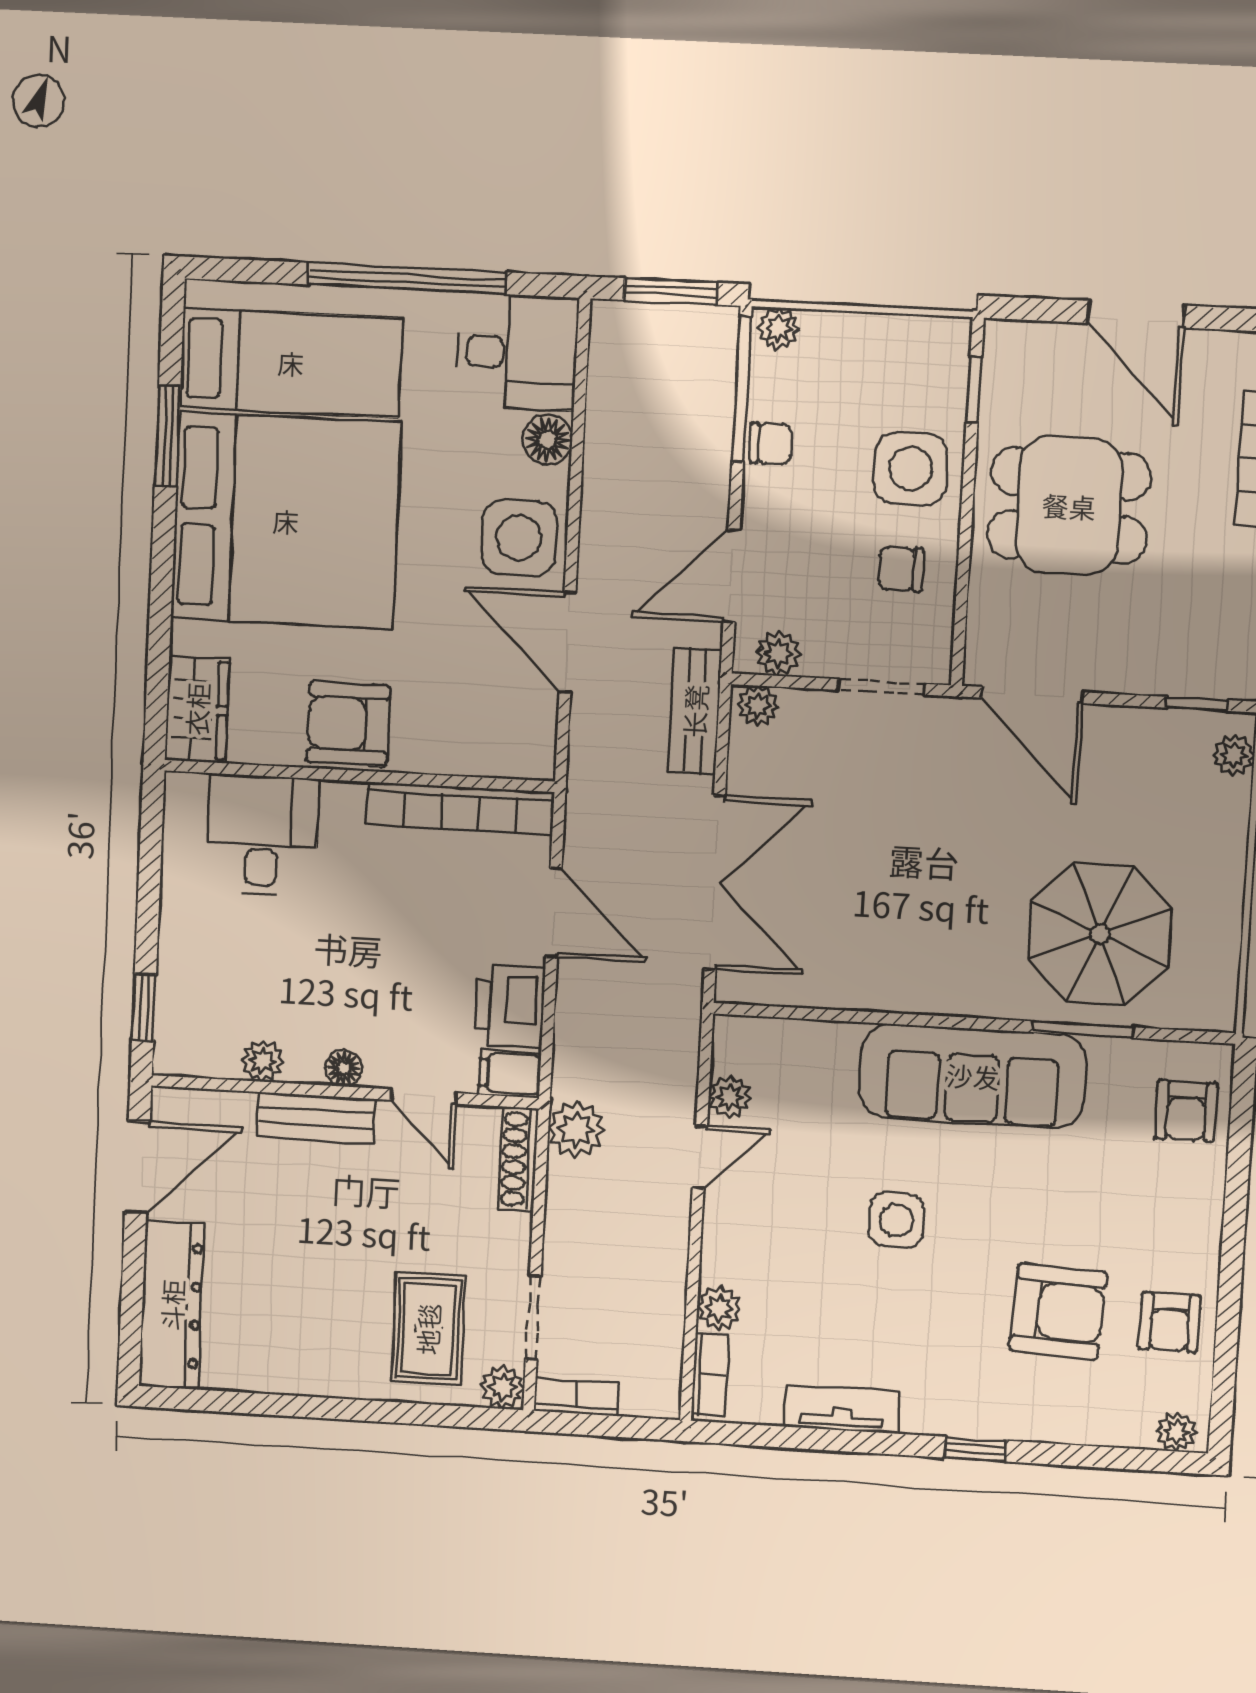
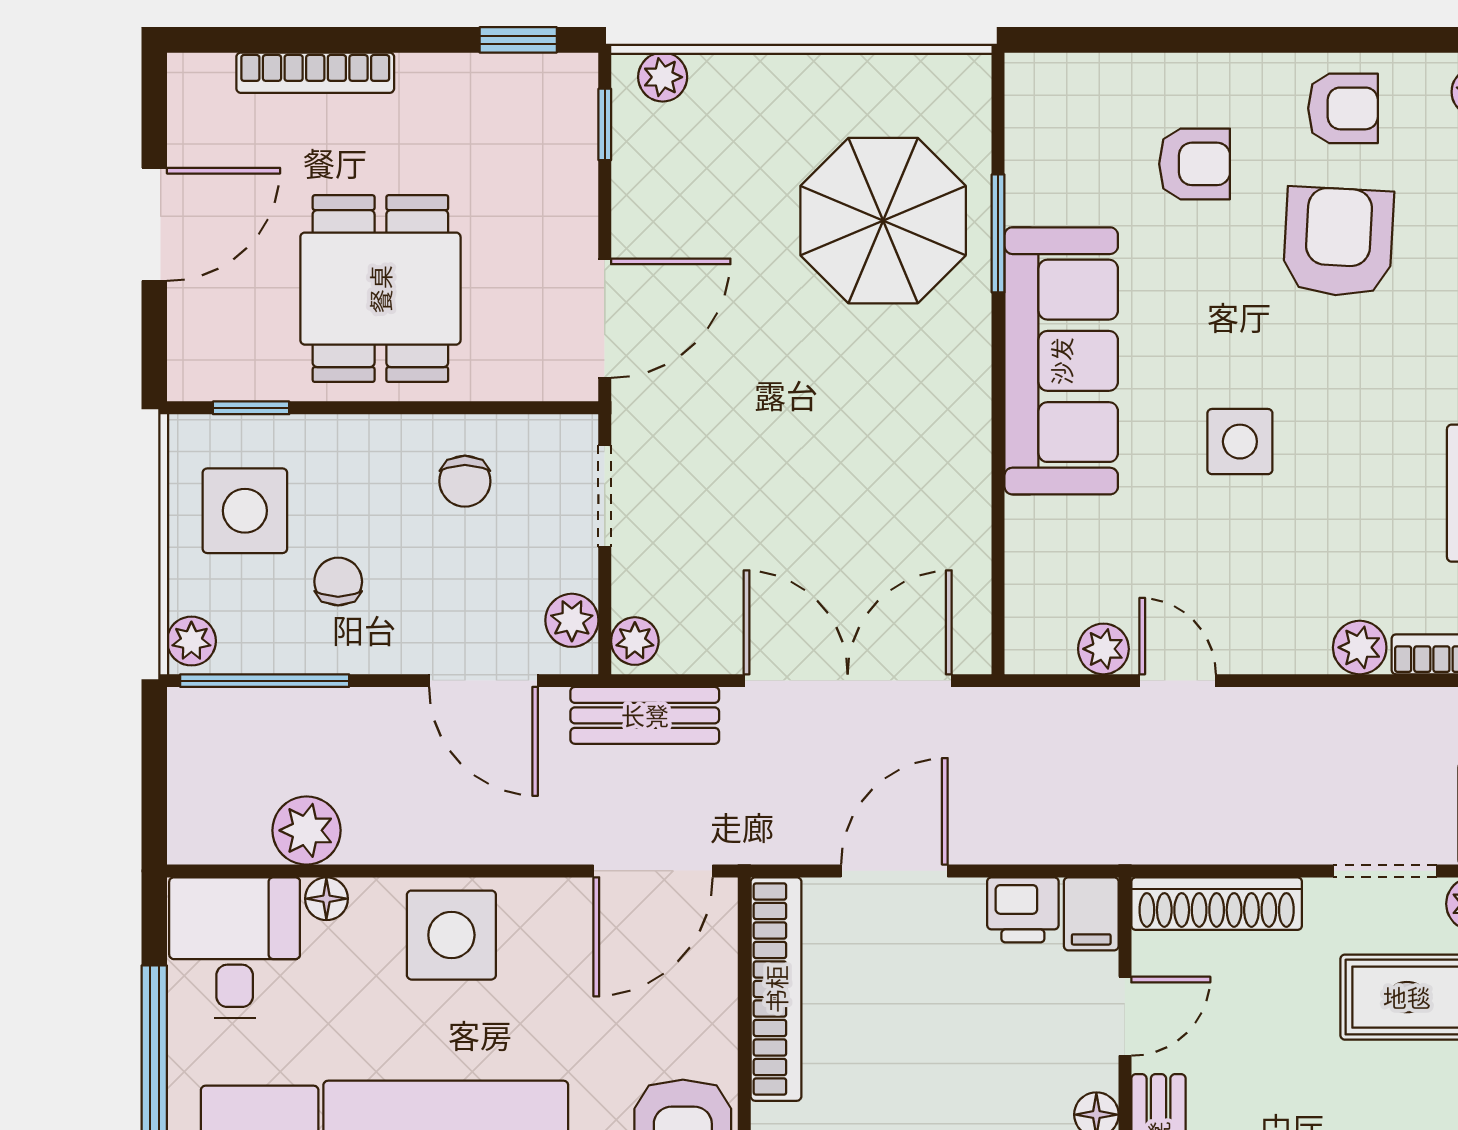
window: (670, 291) -> (154, 770), removed
floor lamp: (548, 440) -> (326, 899), width x0.73, depth x0.73
chair: (770, 444) -> (338, 582), moved
side table: (911, 468) -> (245, 511), moved
door: (567, 642) -> (653, 871), moved
printer: (510, 1006) -> (1023, 910), width x0.73, depth x0.81
armchair: (1186, 1111) -> (1195, 164), moved
plant: (576, 1129) -> (306, 830), moved
shoe rack: (518, 1159) -> (1217, 904), width x1.36, depth x1.24

